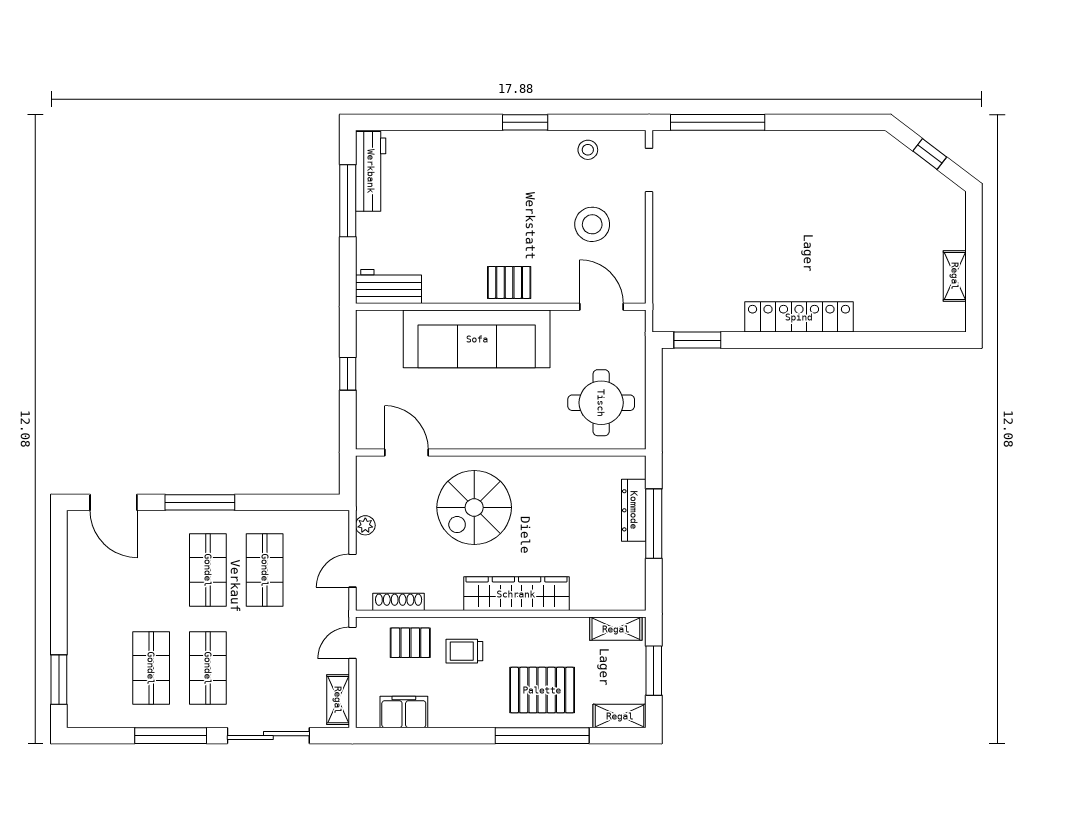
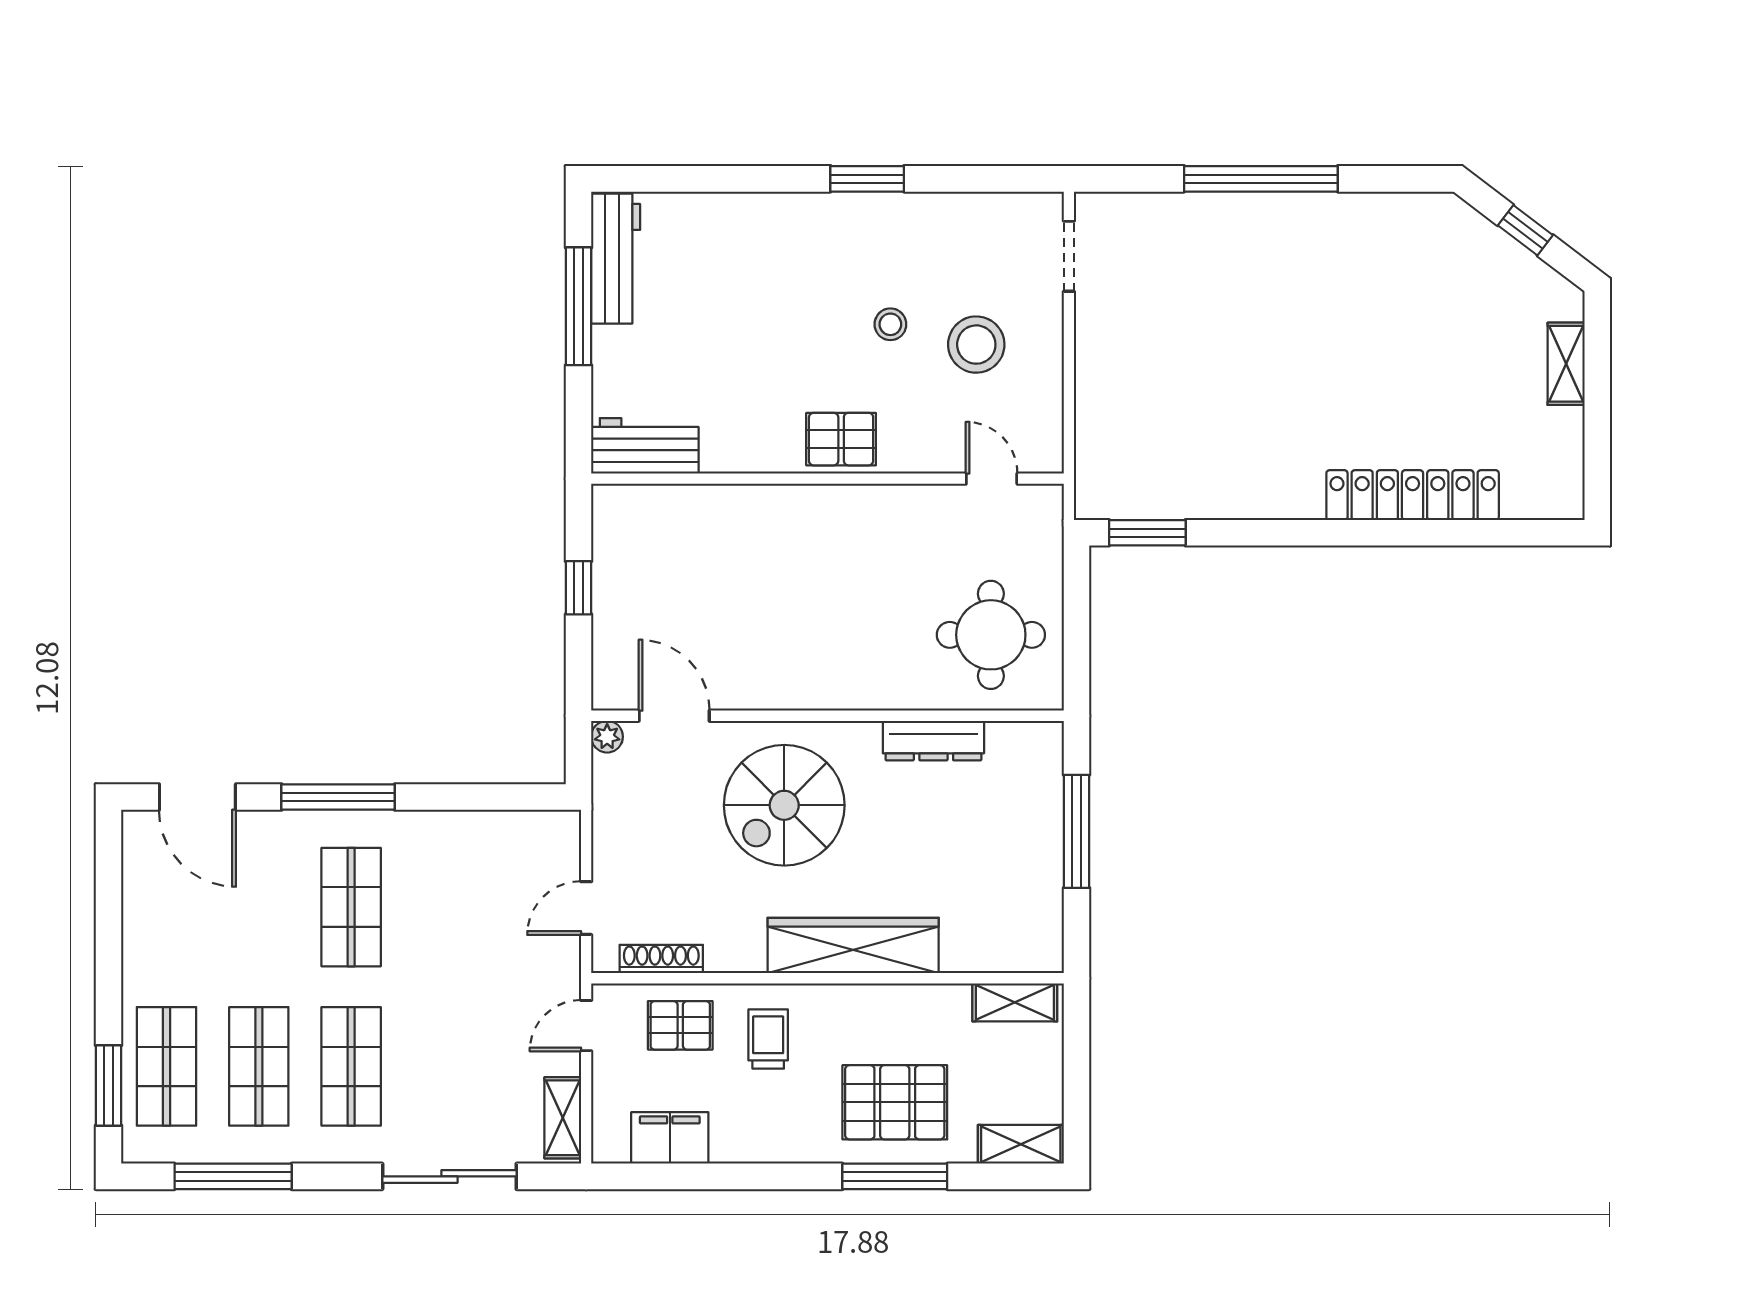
window: (718, 122) -> (1261, 179), moved
stool: (588, 150) -> (890, 324), moved
shelving: (955, 276) -> (1566, 364), moved
door: (602, 307) -> (992, 479), width x0.73
locker: (799, 317) -> (1413, 495), moved
sofa: (477, 339) -> (788, 531), removed
dresser: (634, 510) -> (933, 741), moved, turned -90
plant: (365, 525) -> (607, 737), moved
shop shelf: (265, 570) -> (166, 1066), moved
trolley: (464, 651) -> (768, 1039), turned 90
window: (654, 671) -> (1076, 1071), removed
window: (171, 736) -> (233, 1176), moved
window: (542, 736) -> (895, 1176), width x0.68

